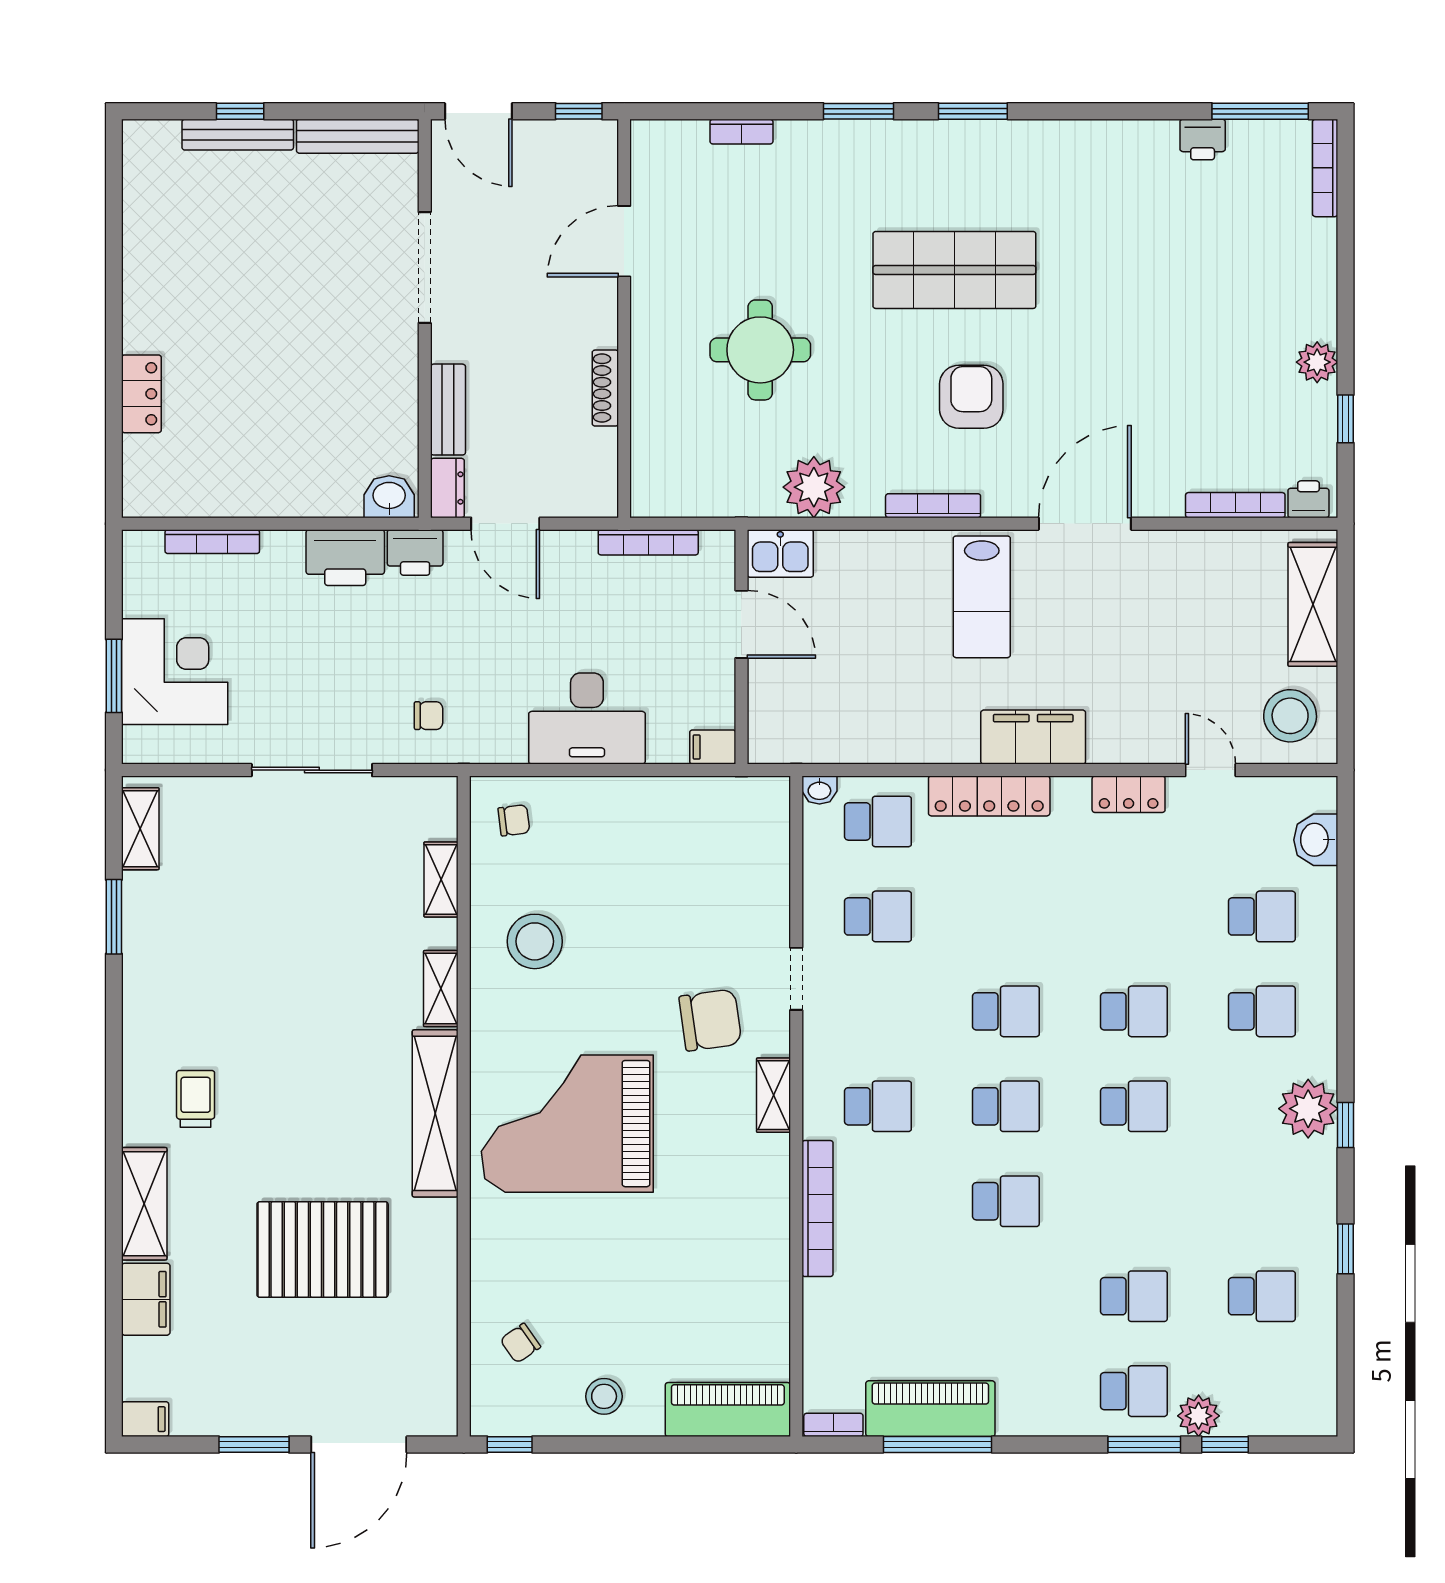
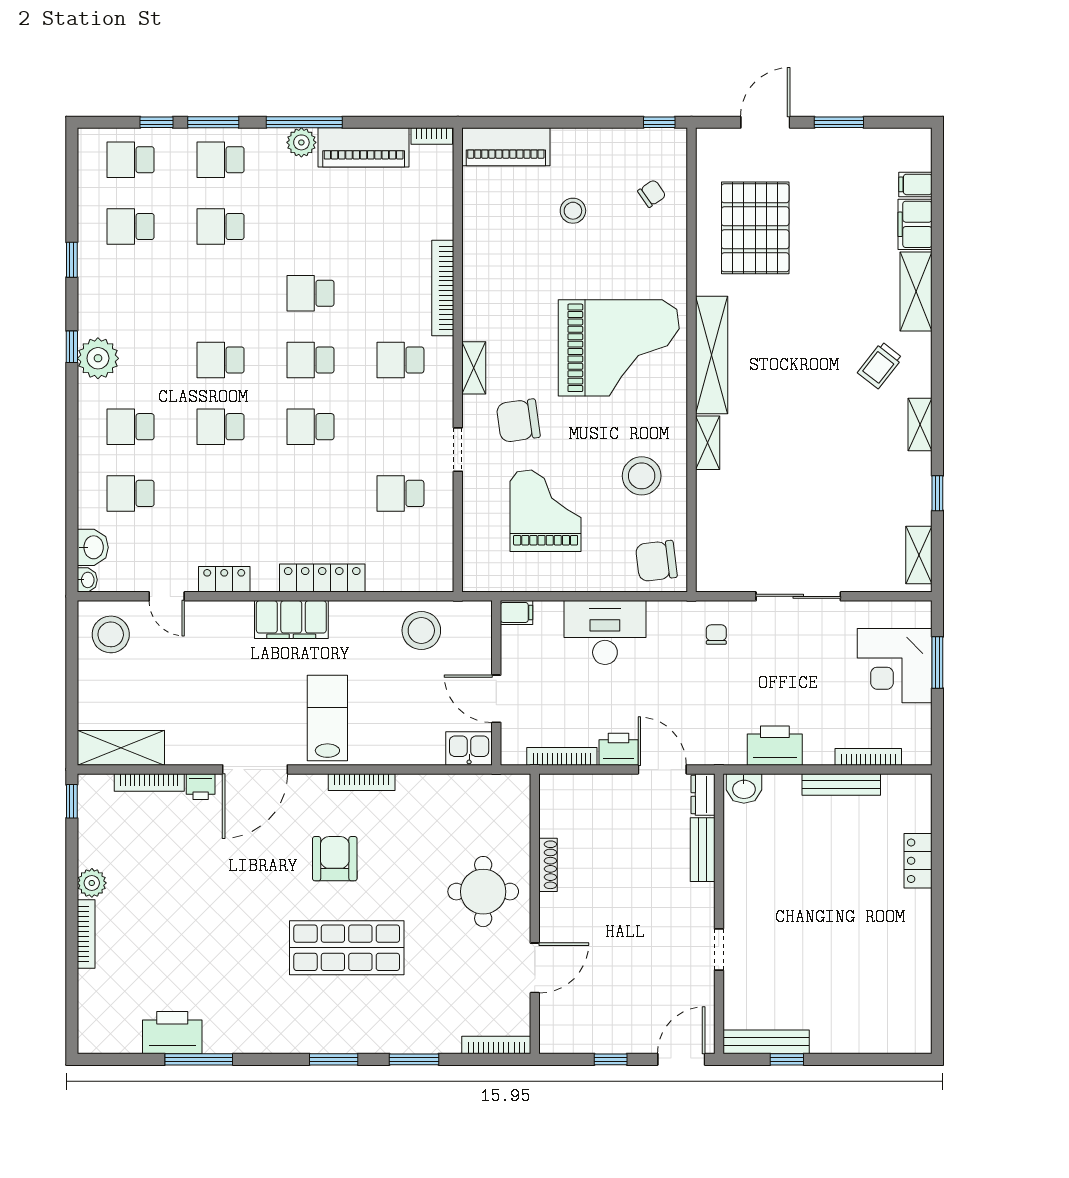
window: (240, 111) -> (787, 1059), moved
door: (478, 111) -> (681, 1059), hinge flipped
window: (1260, 111) -> (199, 1059), moved
bookcase: (741, 132) -> (496, 1045), width x1.56
bench: (238, 135) -> (841, 784), moved
printer: (1203, 139) -> (172, 1033), width x1.87, depth x1.48
bookcase: (1325, 168) -> (86, 934), moved
door: (624, 241) -> (535, 968), moved
doorway: (425, 268) -> (719, 949), width x0.53
wall: (624, 318) -> (535, 914), moved
shoe rack: (605, 388) -> (548, 865), moved
armchair: (971, 397) -> (335, 859), turned 180
window: (1346, 419) -> (72, 801), moved
plant: (814, 487) -> (445, 795), removed
printer: (1308, 499) -> (201, 787), moved
printer: (415, 552) -> (619, 749), moved
shelving: (1313, 604) -> (121, 748), moved, turned 90
chair: (429, 716) -> (716, 635), turned 90
stool: (848, 721) -> (421, 630), added
washbasin: (819, 790) -> (87, 580), moved, turned 90
chair: (514, 820) -> (656, 561), width x1.87, depth x1.87
school desk: (878, 821) -> (131, 160), moved
shelving: (441, 879) -> (920, 425), moved
grand piano: (671, 892) -> (546, 511), added
window: (114, 917) -> (937, 493), width x0.67
trolley: (196, 1099) -> (880, 365), turned 38
pallet: (323, 1250) -> (755, 228), moved, turned 90
stool: (604, 1396) -> (573, 211), moved
plant: (1199, 1416) -> (301, 142), moved
filing cabinet: (145, 1419) -> (915, 184), moved
door: (359, 1445) -> (765, 122), width x0.73
window: (938, 1445) -> (304, 122), moved

